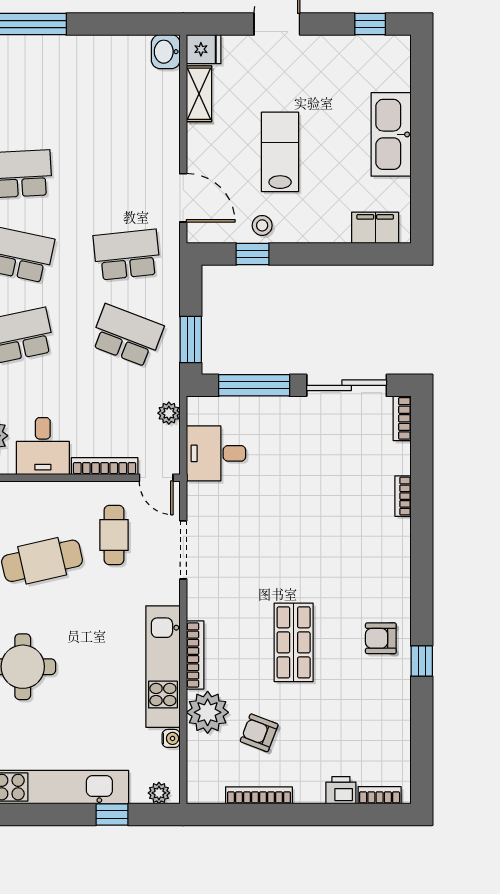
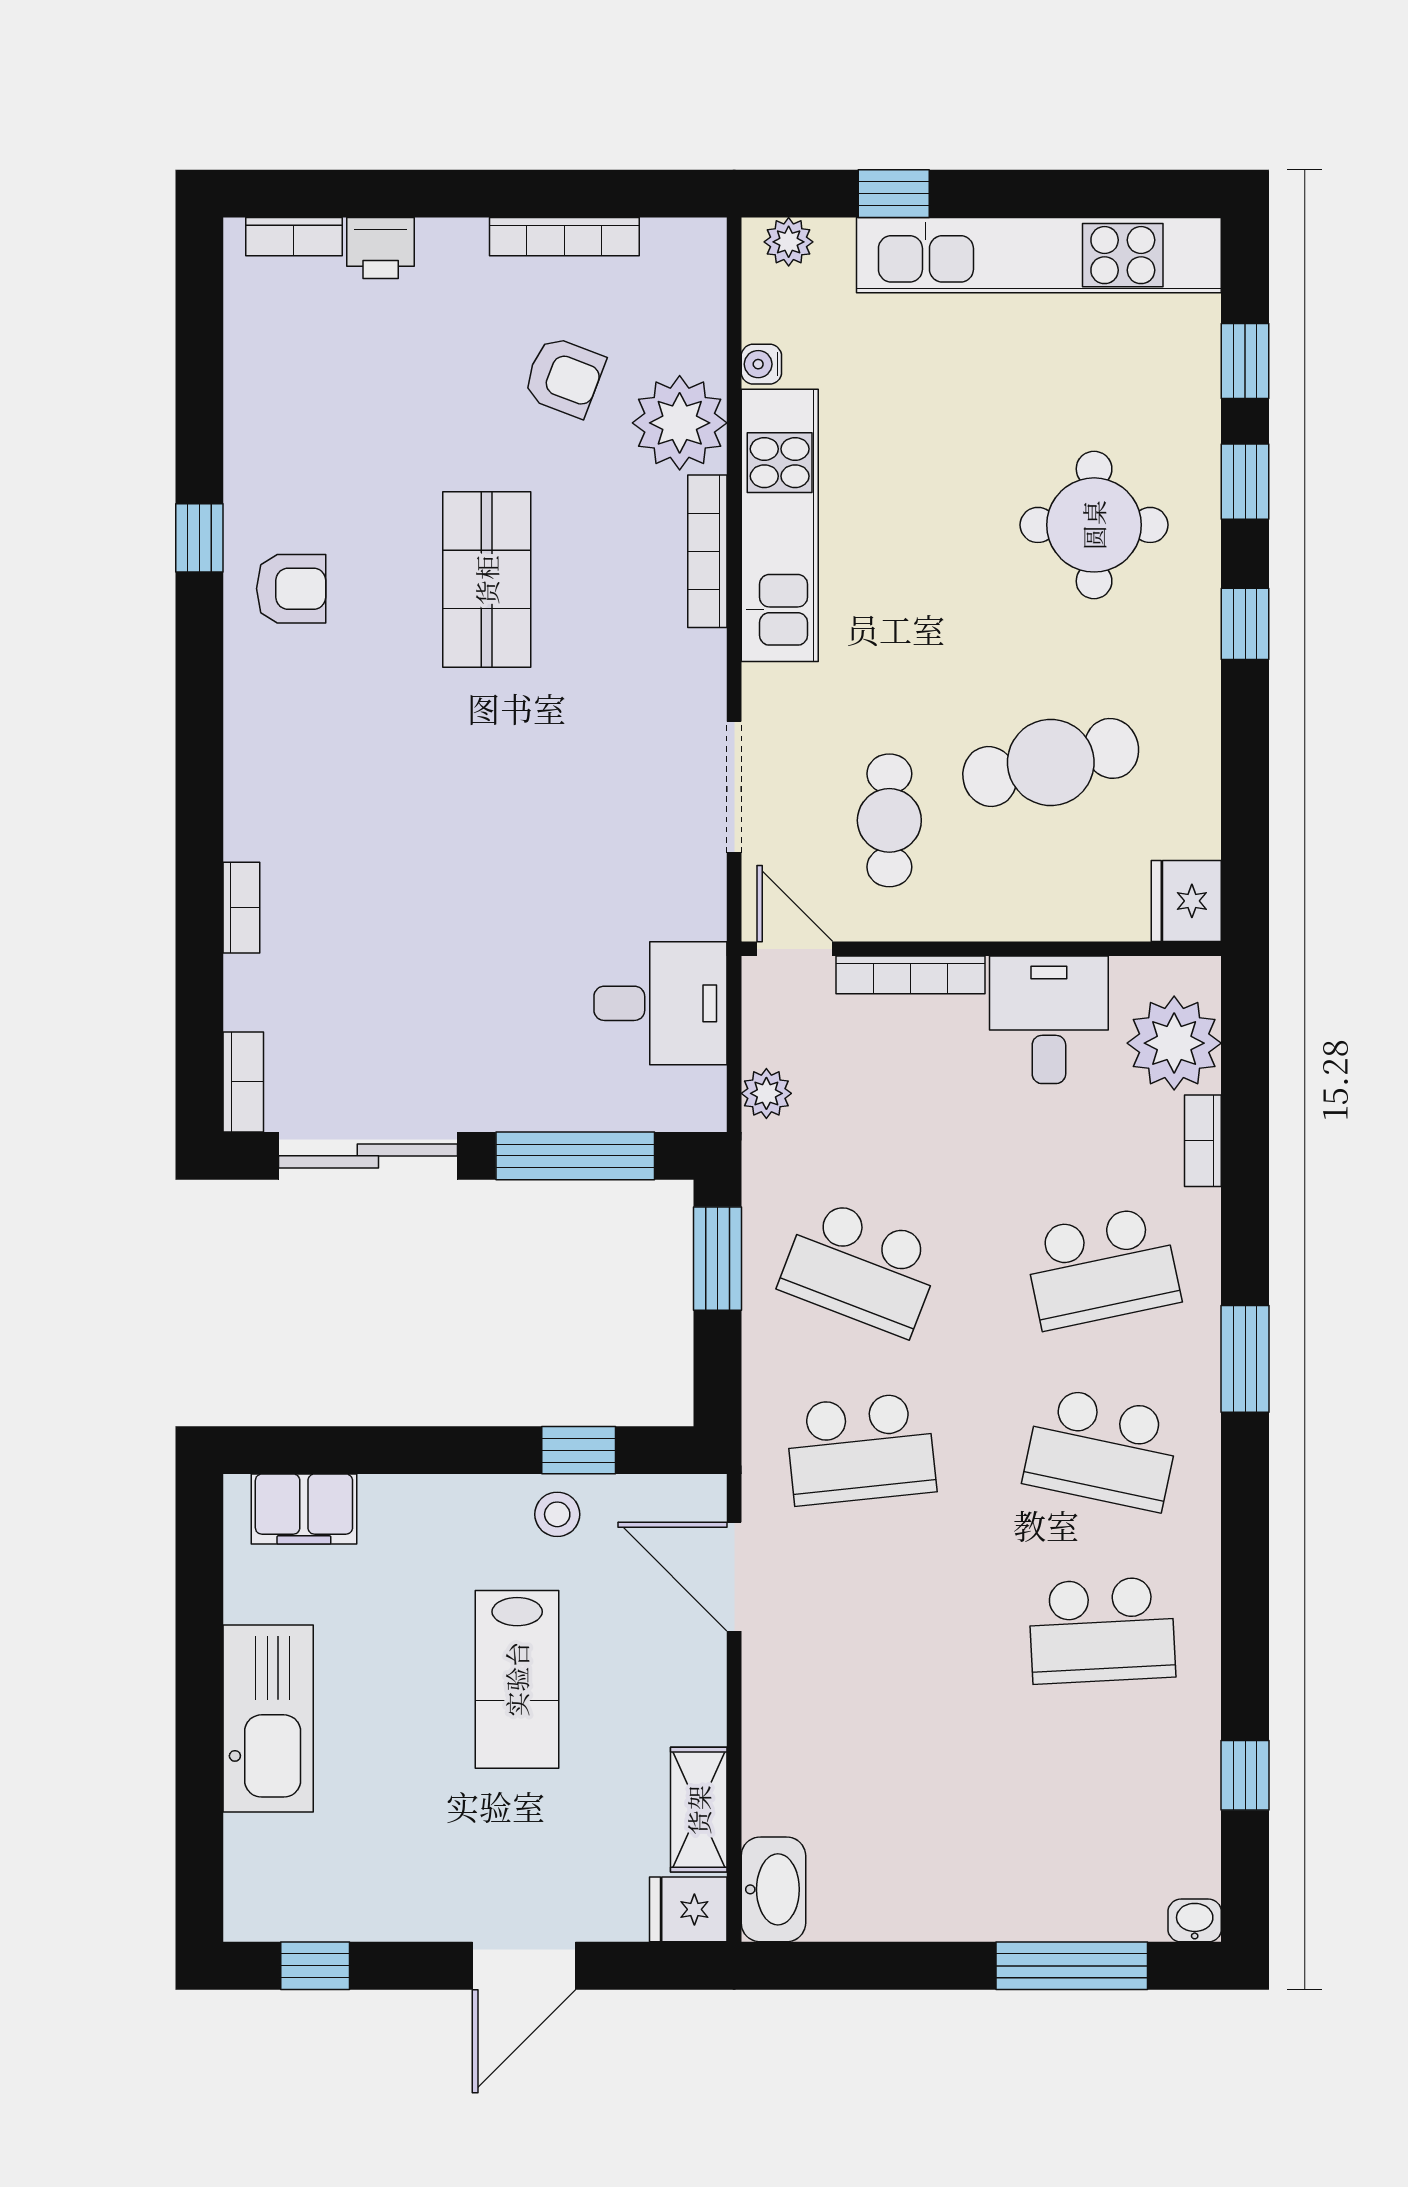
washbasin: (166, 52) -> (773, 1889), width x1.38

